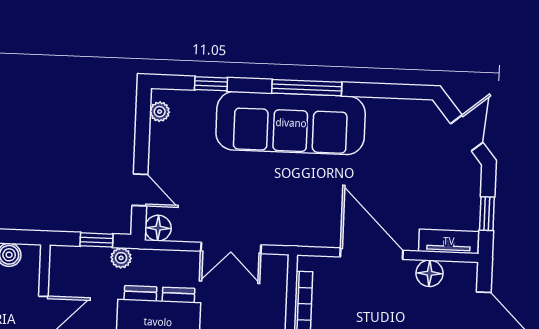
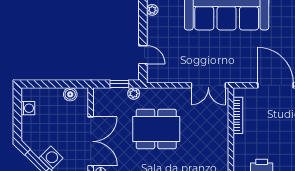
floor lamp: (158, 228) -> (154, 76), removed
double door: (231, 248) -> (208, 85), moved

